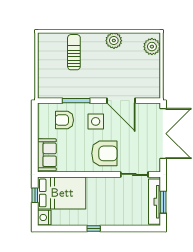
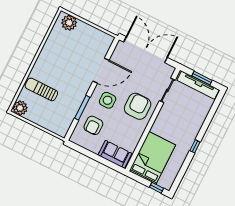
plant: (114, 41) -> (20, 108), moved
window: (35, 195) -> (156, 188), moved
nightstand: (44, 217) -> (165, 182), removed

